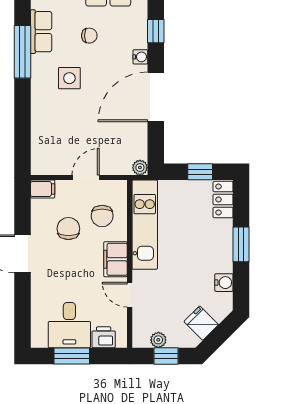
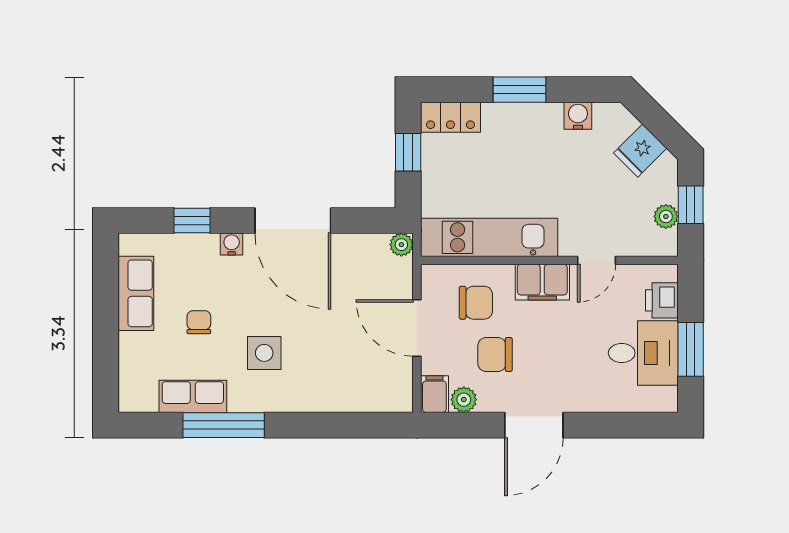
door: (86, 178) -> (417, 328), width x1.38
plant: (39, 208) -> (464, 400), added

